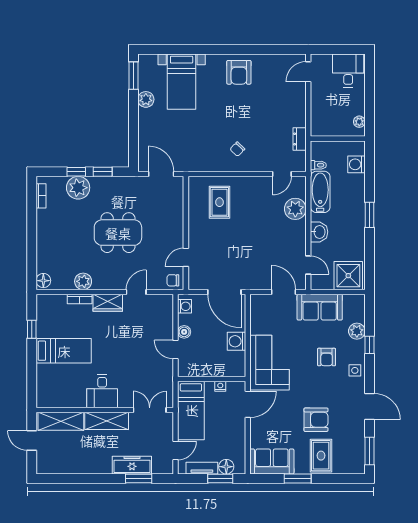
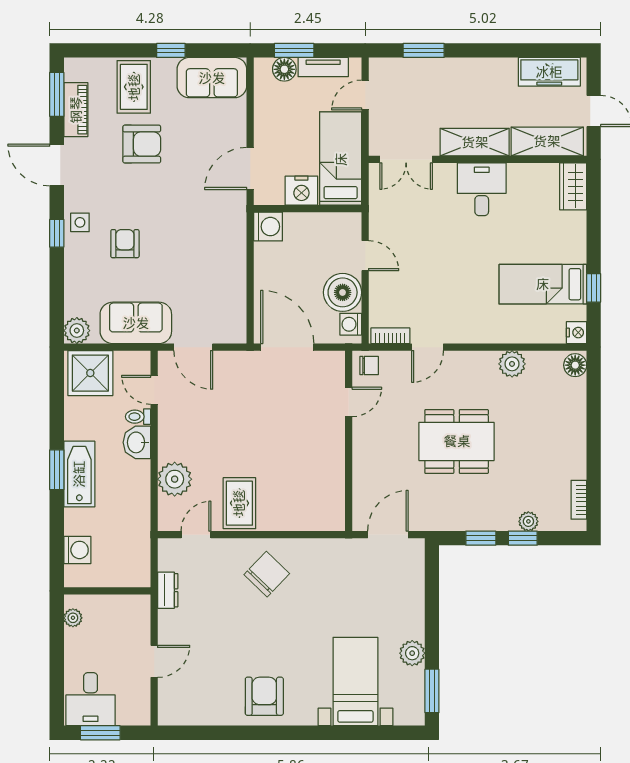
window: (342, 49) -> (100, 733), added
door: (308, 72) -> (154, 661), moved
chair: (237, 149) -> (267, 574), width x1.87, depth x1.87
toilet: (318, 165) -> (138, 417), moved
door: (161, 174) -> (388, 535), swing flipped
plant: (78, 188) -> (528, 521), width x0.53, depth x0.53
bathtub: (320, 192) -> (79, 474), moved, turned 180
rug: (219, 202) -> (239, 503), moved
bookcase: (80, 299) -> (390, 336), moved
nightstand: (42, 301) -> (577, 333), added
wardrobe: (108, 303) -> (573, 186), moved, turned -90
plant: (357, 331) -> (77, 331), moved
boiler: (184, 332) -> (343, 292), width x1.86, depth x1.86
washing machine: (237, 341) -> (268, 227), moved
window: (369, 345) -> (57, 233), moved
bed: (64, 351) -> (543, 284), moved
corner sofa: (270, 363) -> (215, 235), removed
nightstand: (220, 386) -> (301, 191), width x1.89, depth x1.79
armchair: (316, 420) -> (142, 144), turned 180
piano: (357, 441) -> (76, 110), added
freezer: (132, 465) -> (549, 72), moved
window: (298, 479) -> (171, 50), width x0.67

